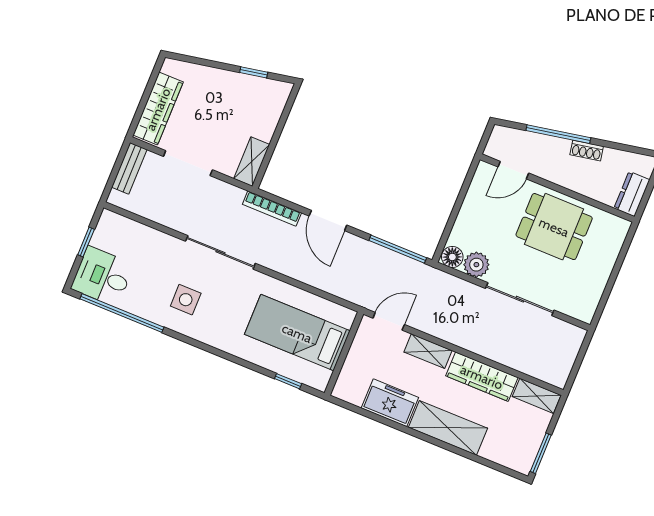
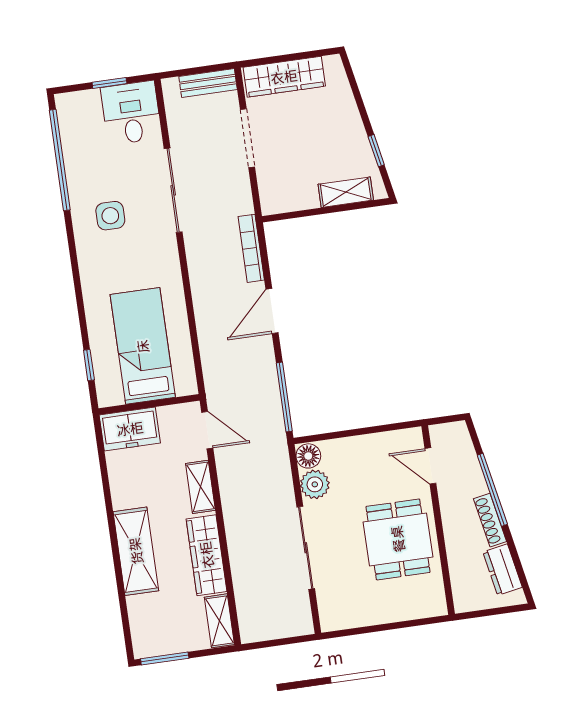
shoe rack: (587, 151) -> (490, 520), width x1.43
shelving: (252, 162) -> (346, 192), moved
dresser: (632, 194) -> (502, 570), moved, turned -101
sliding door: (220, 252) -> (173, 190), moved
desk: (103, 277) -> (131, 113), moved
freezer: (390, 403) -> (130, 429), moved, turned 90

